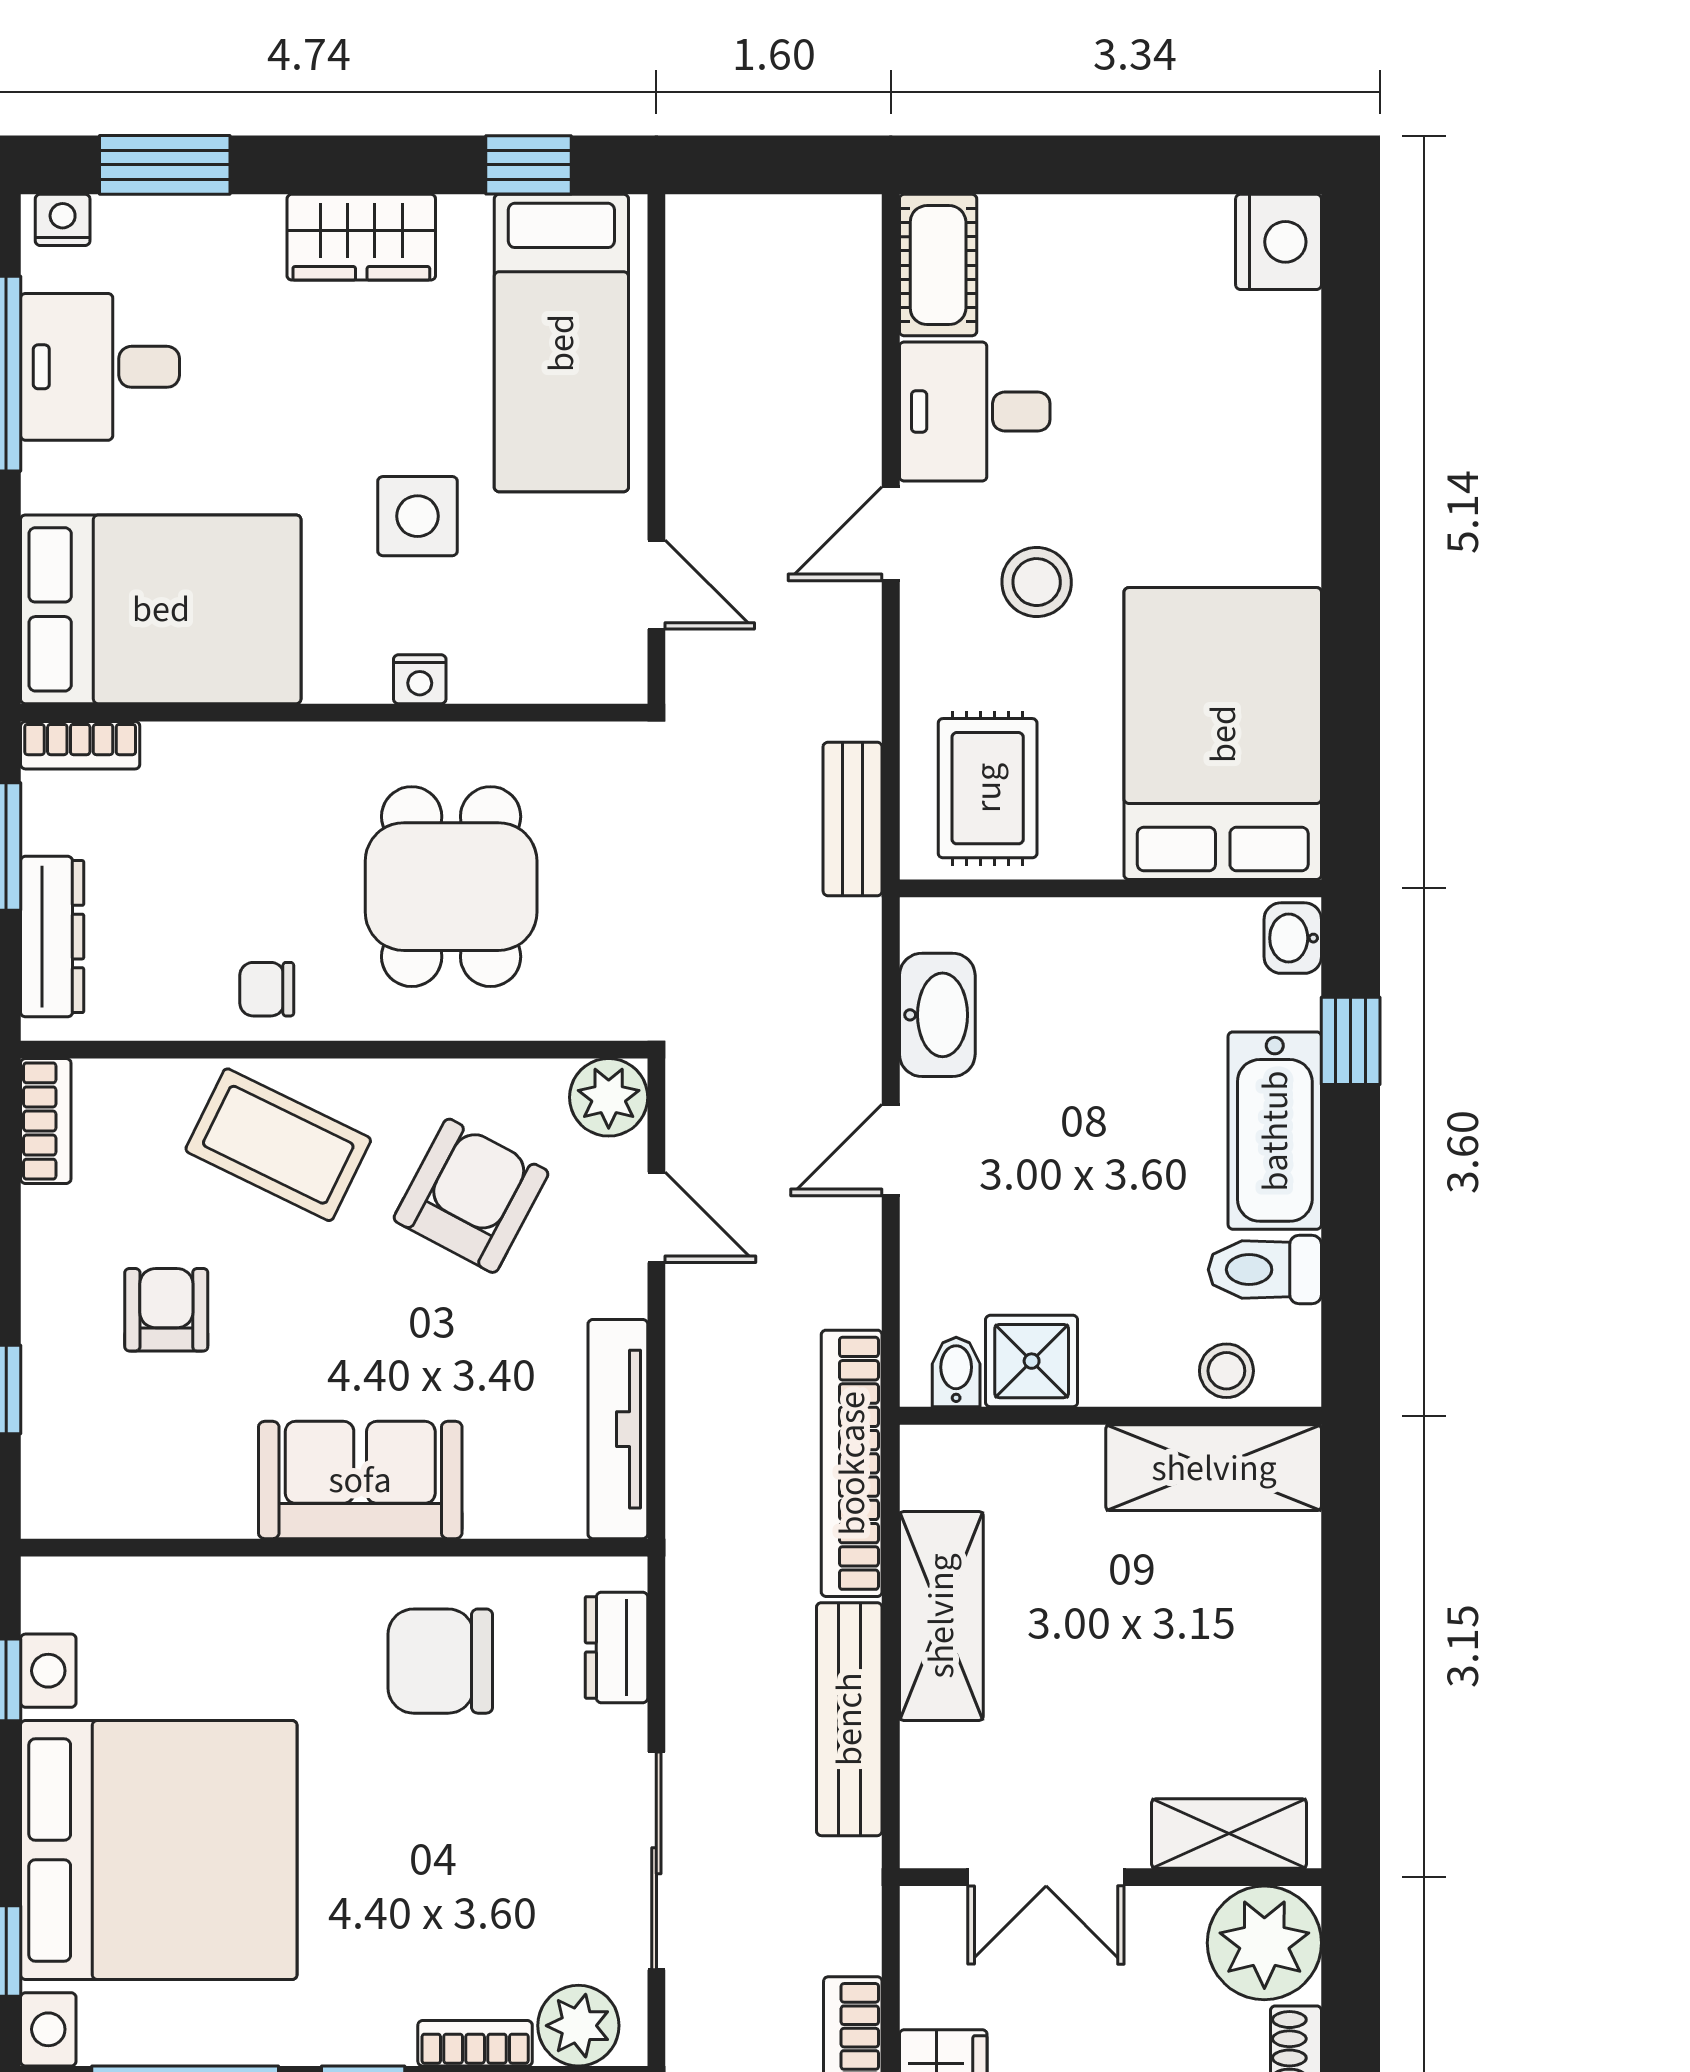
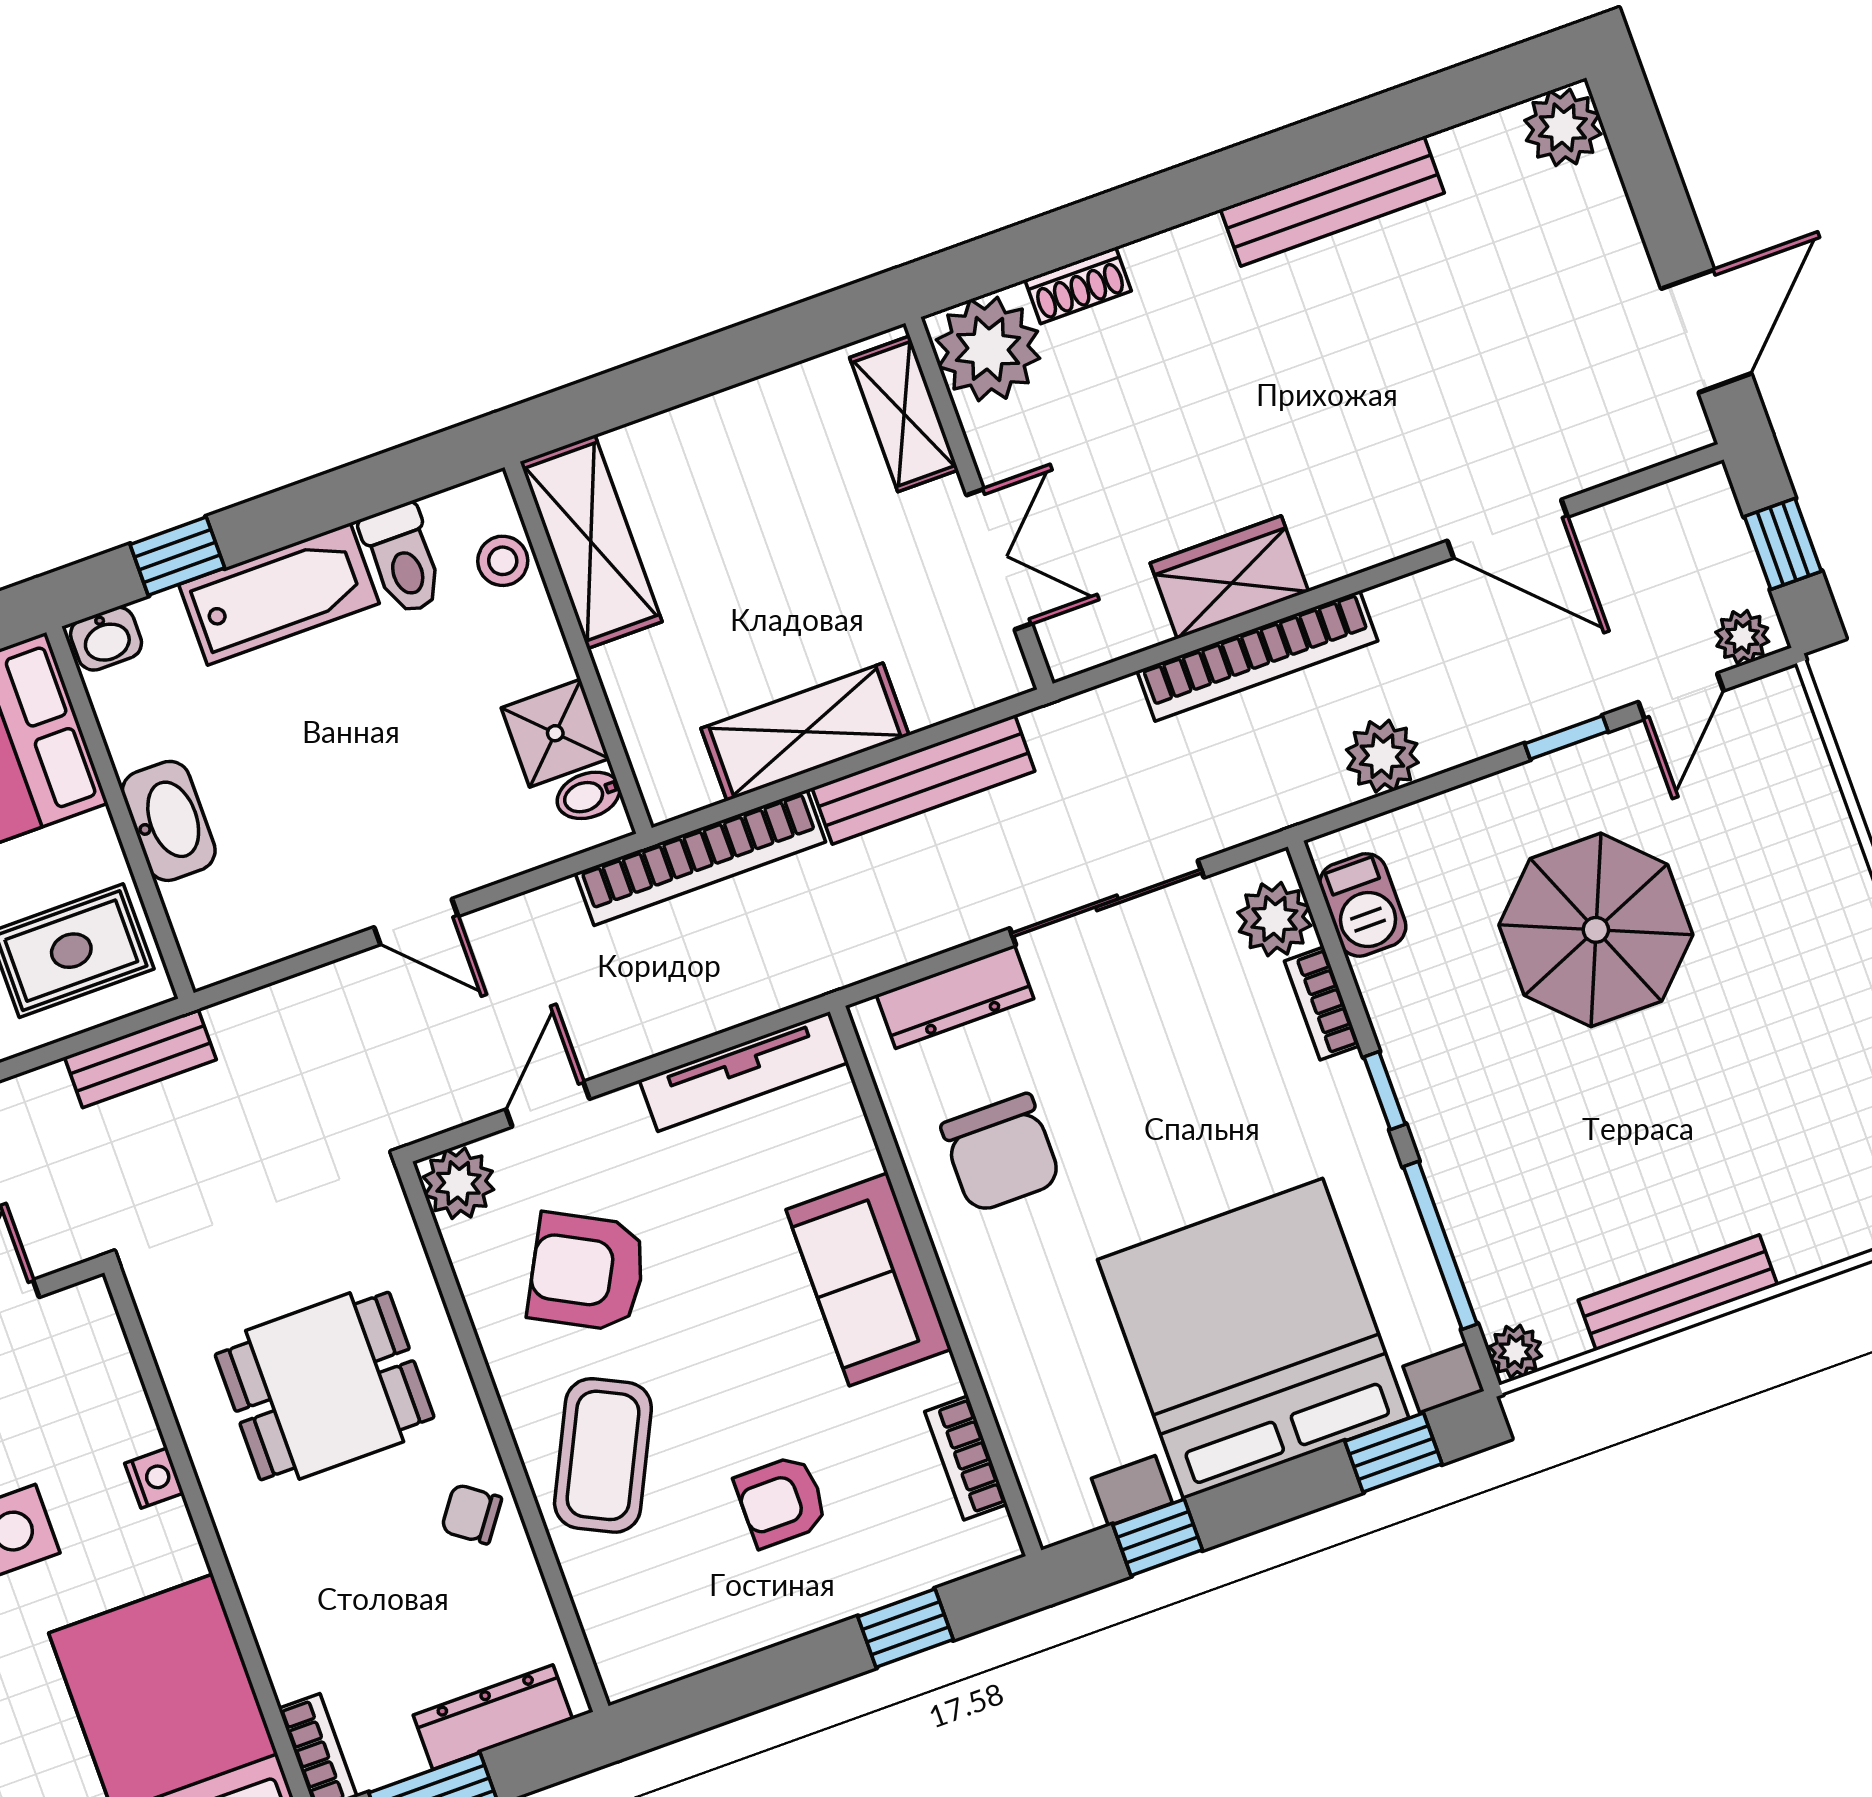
chair: (267, 989) -> (471, 1514), turned 126
washbasin: (937, 1015) -> (169, 821), moved, turned 90
bookcase: (46, 1121) -> (966, 1458), moved, turned -90
dresser: (616, 1647) -> (955, 997), width x1.44

